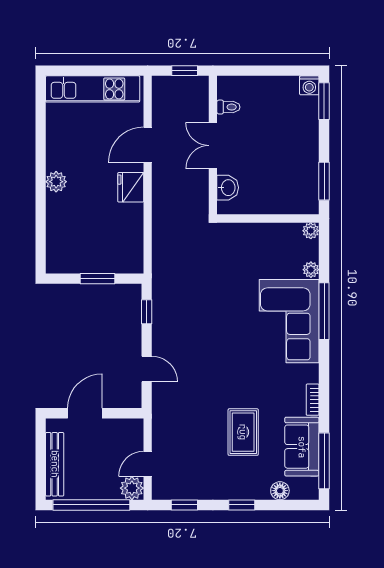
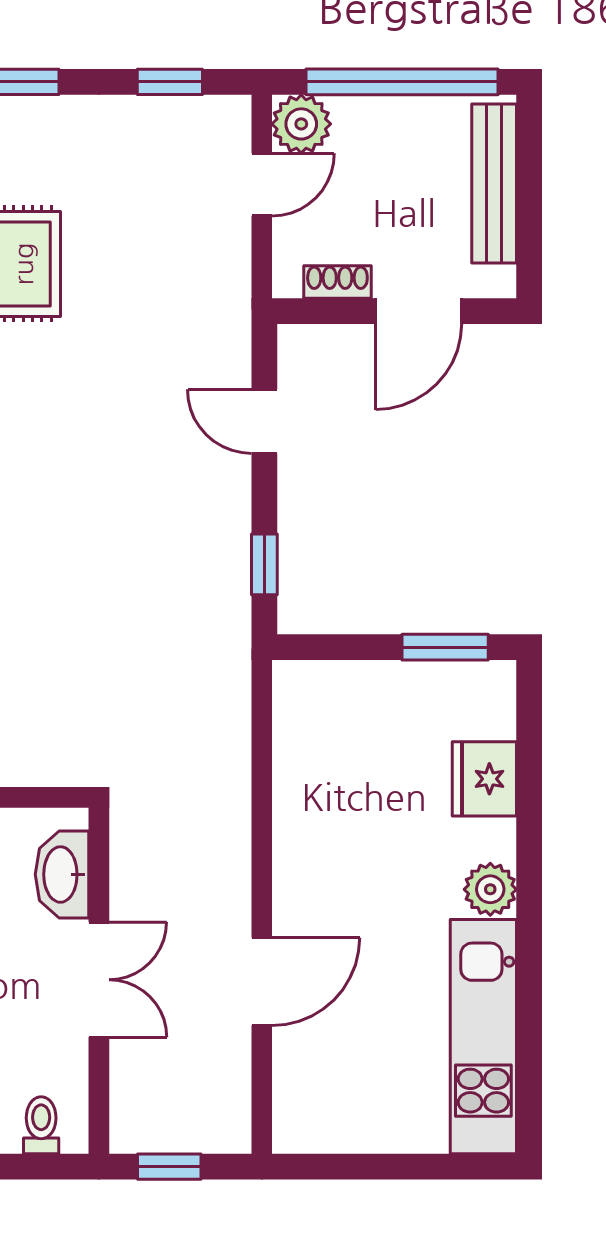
kitchen unit: (93, 89) -> (483, 1037), moved, turned -90
toilet: (228, 107) -> (41, 1125), moved, turned 90
fridge: (131, 187) -> (484, 779), moved, turned 180
washbasin: (228, 188) -> (62, 874), width x1.38
window: (98, 279) -> (445, 647), moved
shoe rack: (117, 425) -> (337, 282), added

